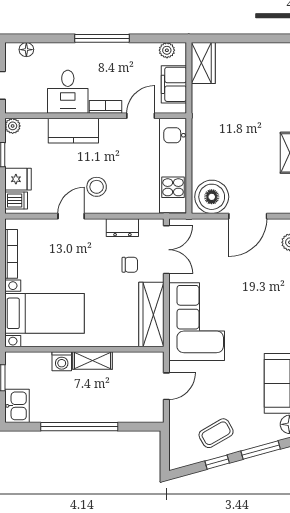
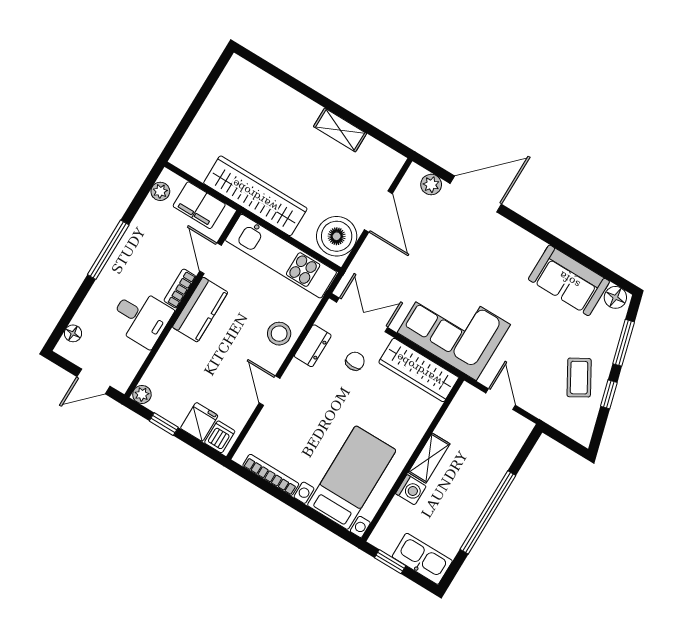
wardrobe: (203, 63) -> (255, 196), moved, width x2.10, depth x1.17
kitchen counter: (73, 131) -> (200, 310), moved
stool: (97, 187) -> (279, 334), moved
kitchen sink: (17, 406) -> (422, 559), width x1.38

